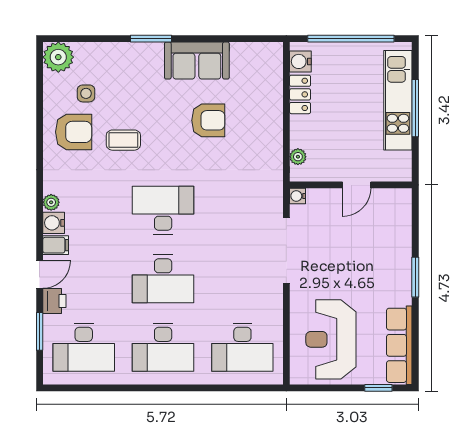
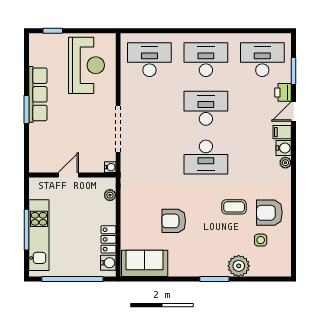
plant: (58, 57) -> (239, 266), moved
sofa: (197, 61) -> (145, 263), moved
row of seats: (399, 345) -> (38, 94), moved

